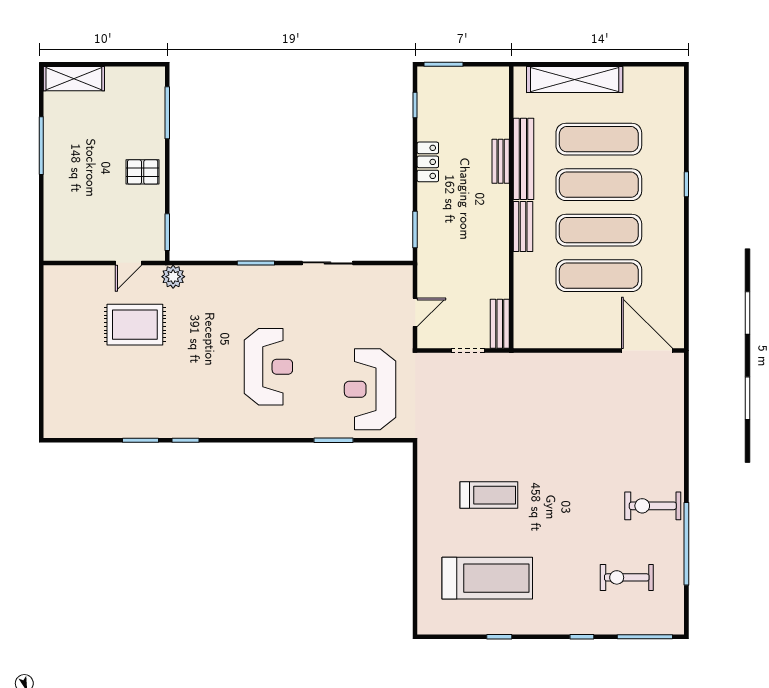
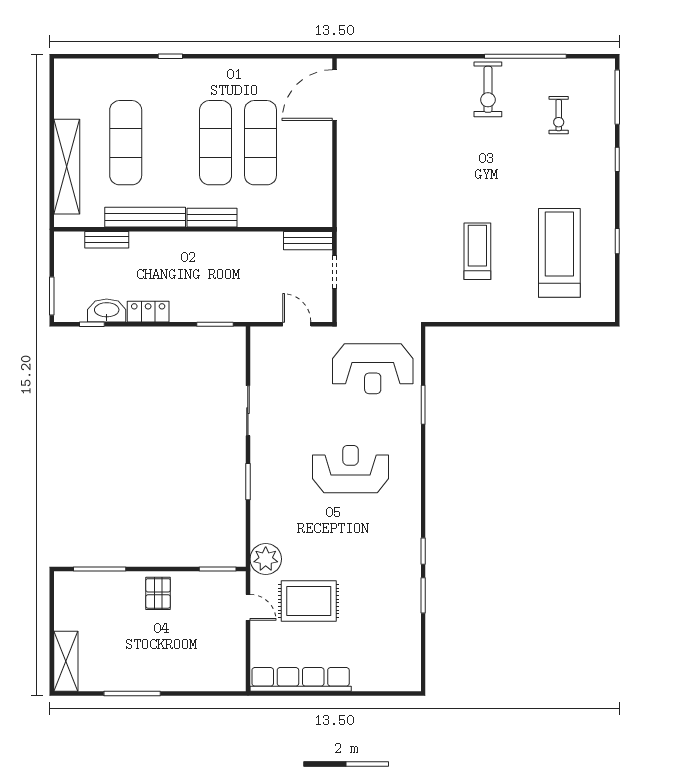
washbasin: (429, 120) -> (107, 310), added
bench: (501, 161) -> (107, 240), moved
exercise mat: (599, 185) -> (171, 143), removed
plant: (173, 277) -> (266, 559), width x1.36, depth x1.36
row of seats: (56, 316) -> (301, 679), added
rug: (135, 325) -> (309, 601), turned 90
exercise bike: (627, 577) -> (559, 115), width x0.73, depth x0.72

